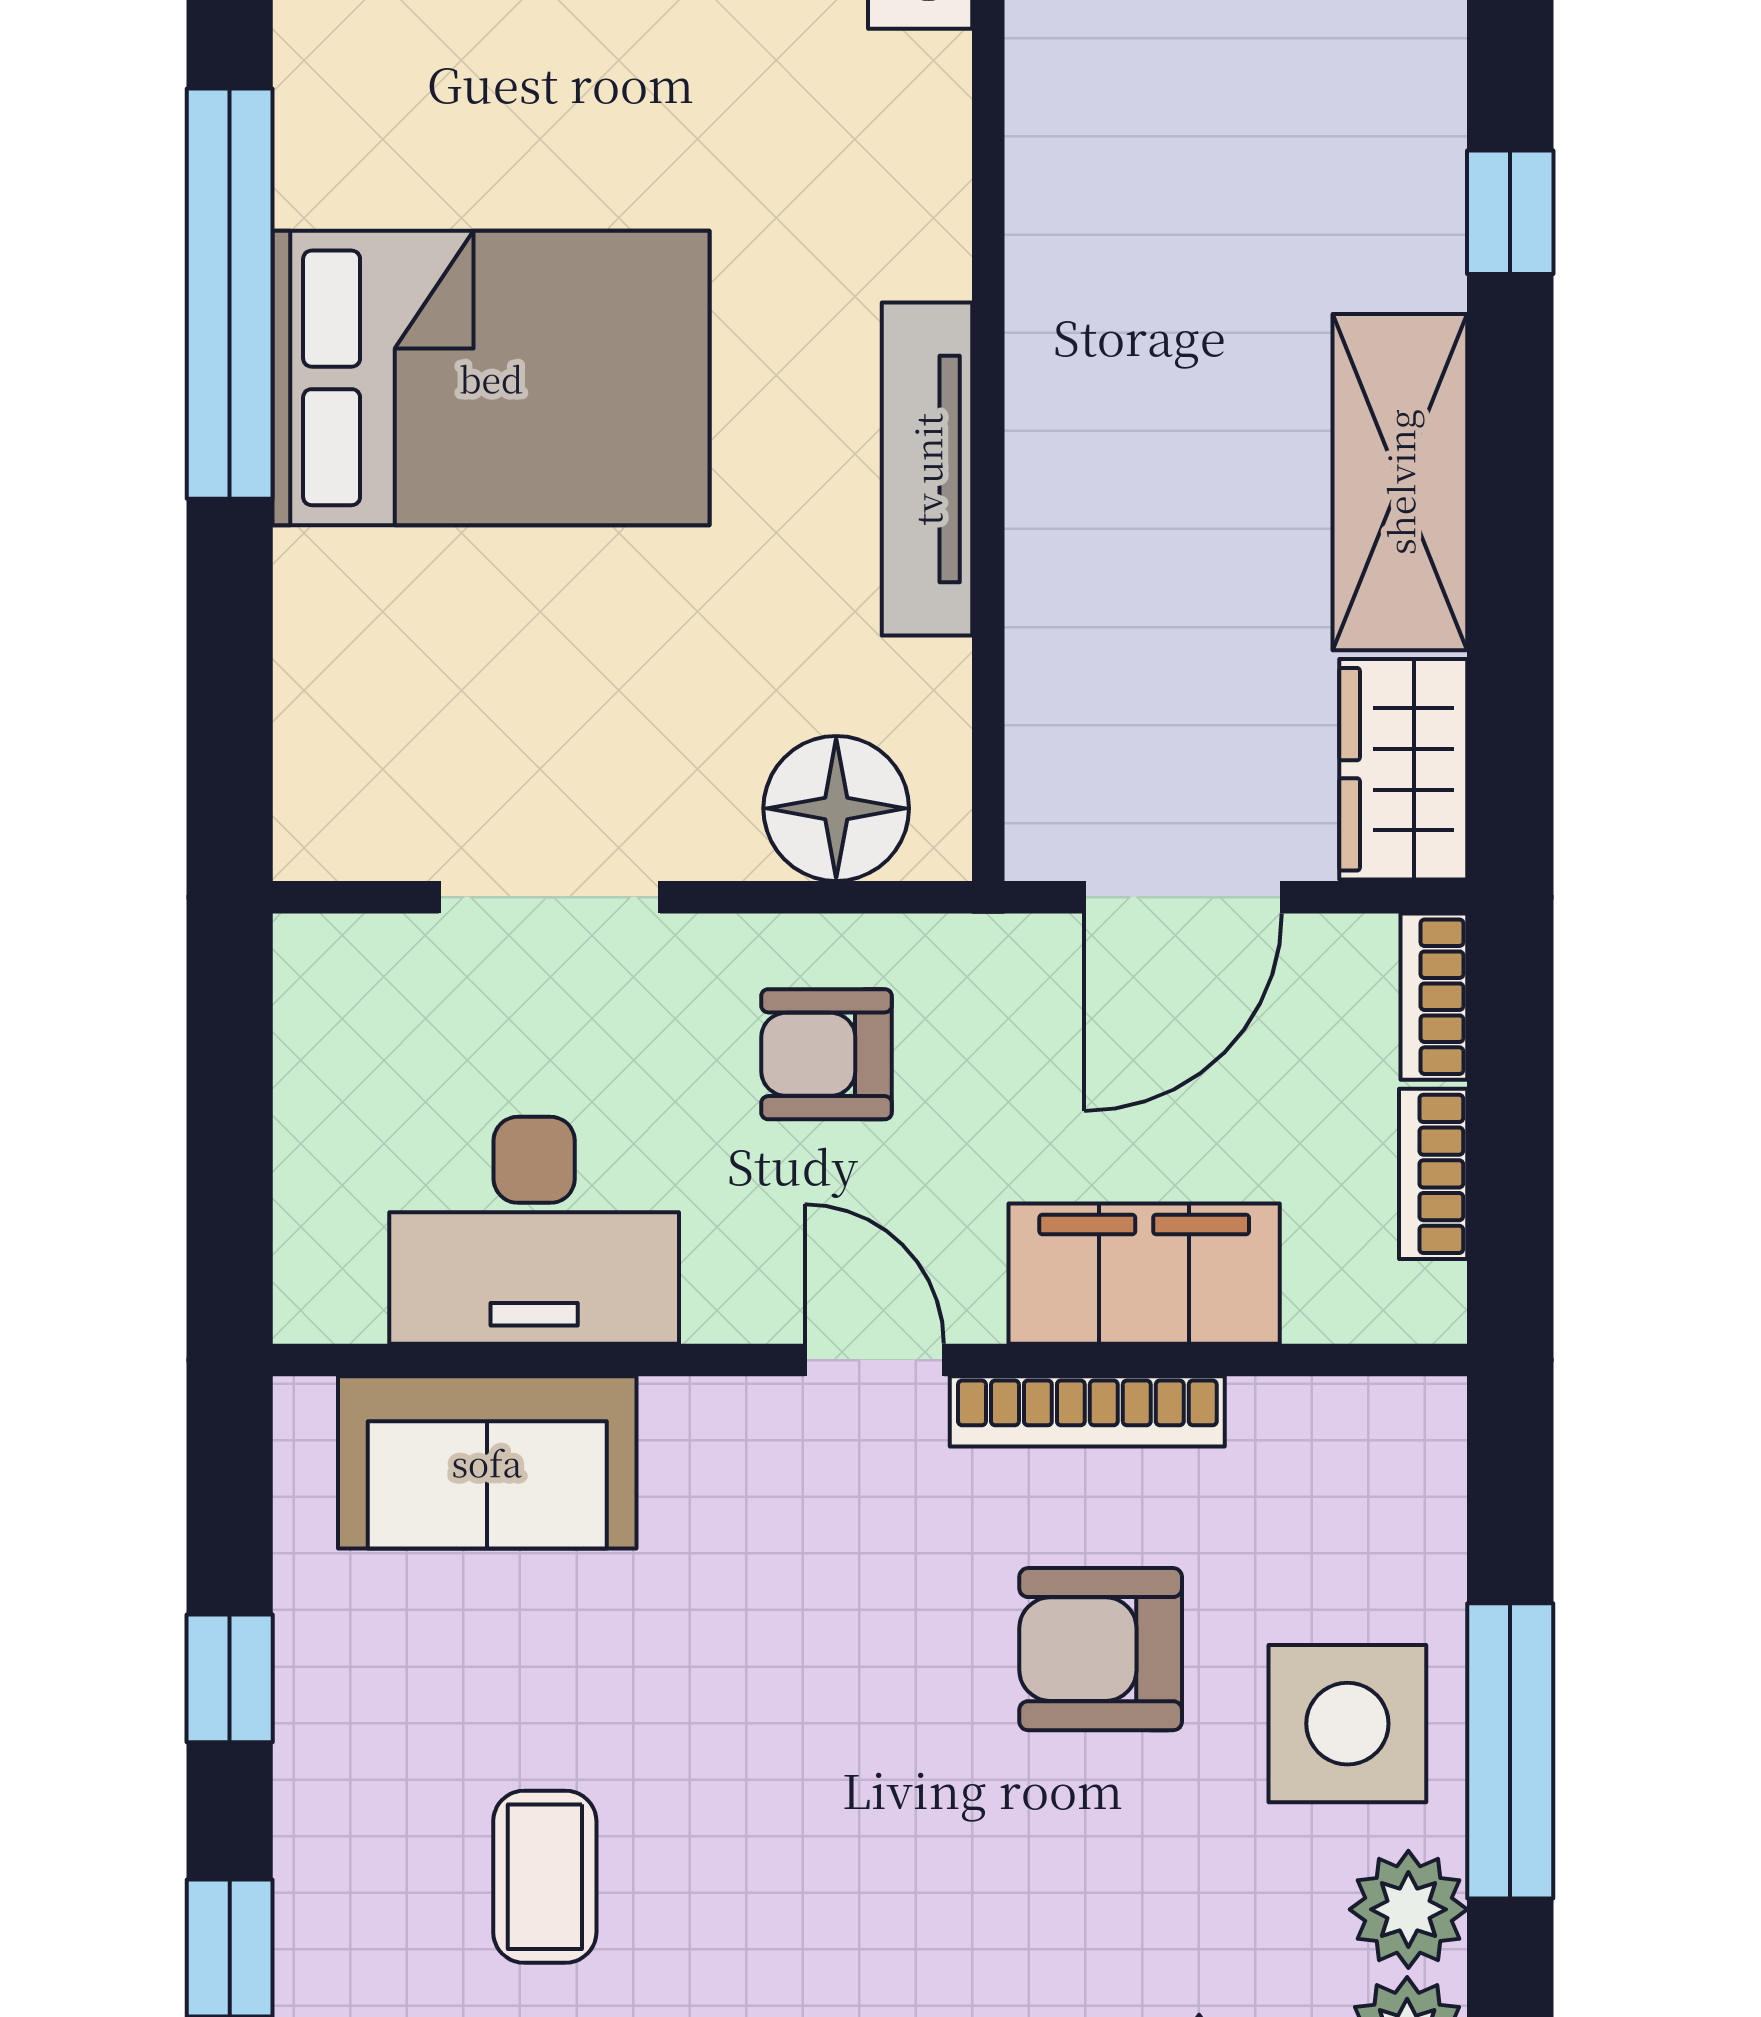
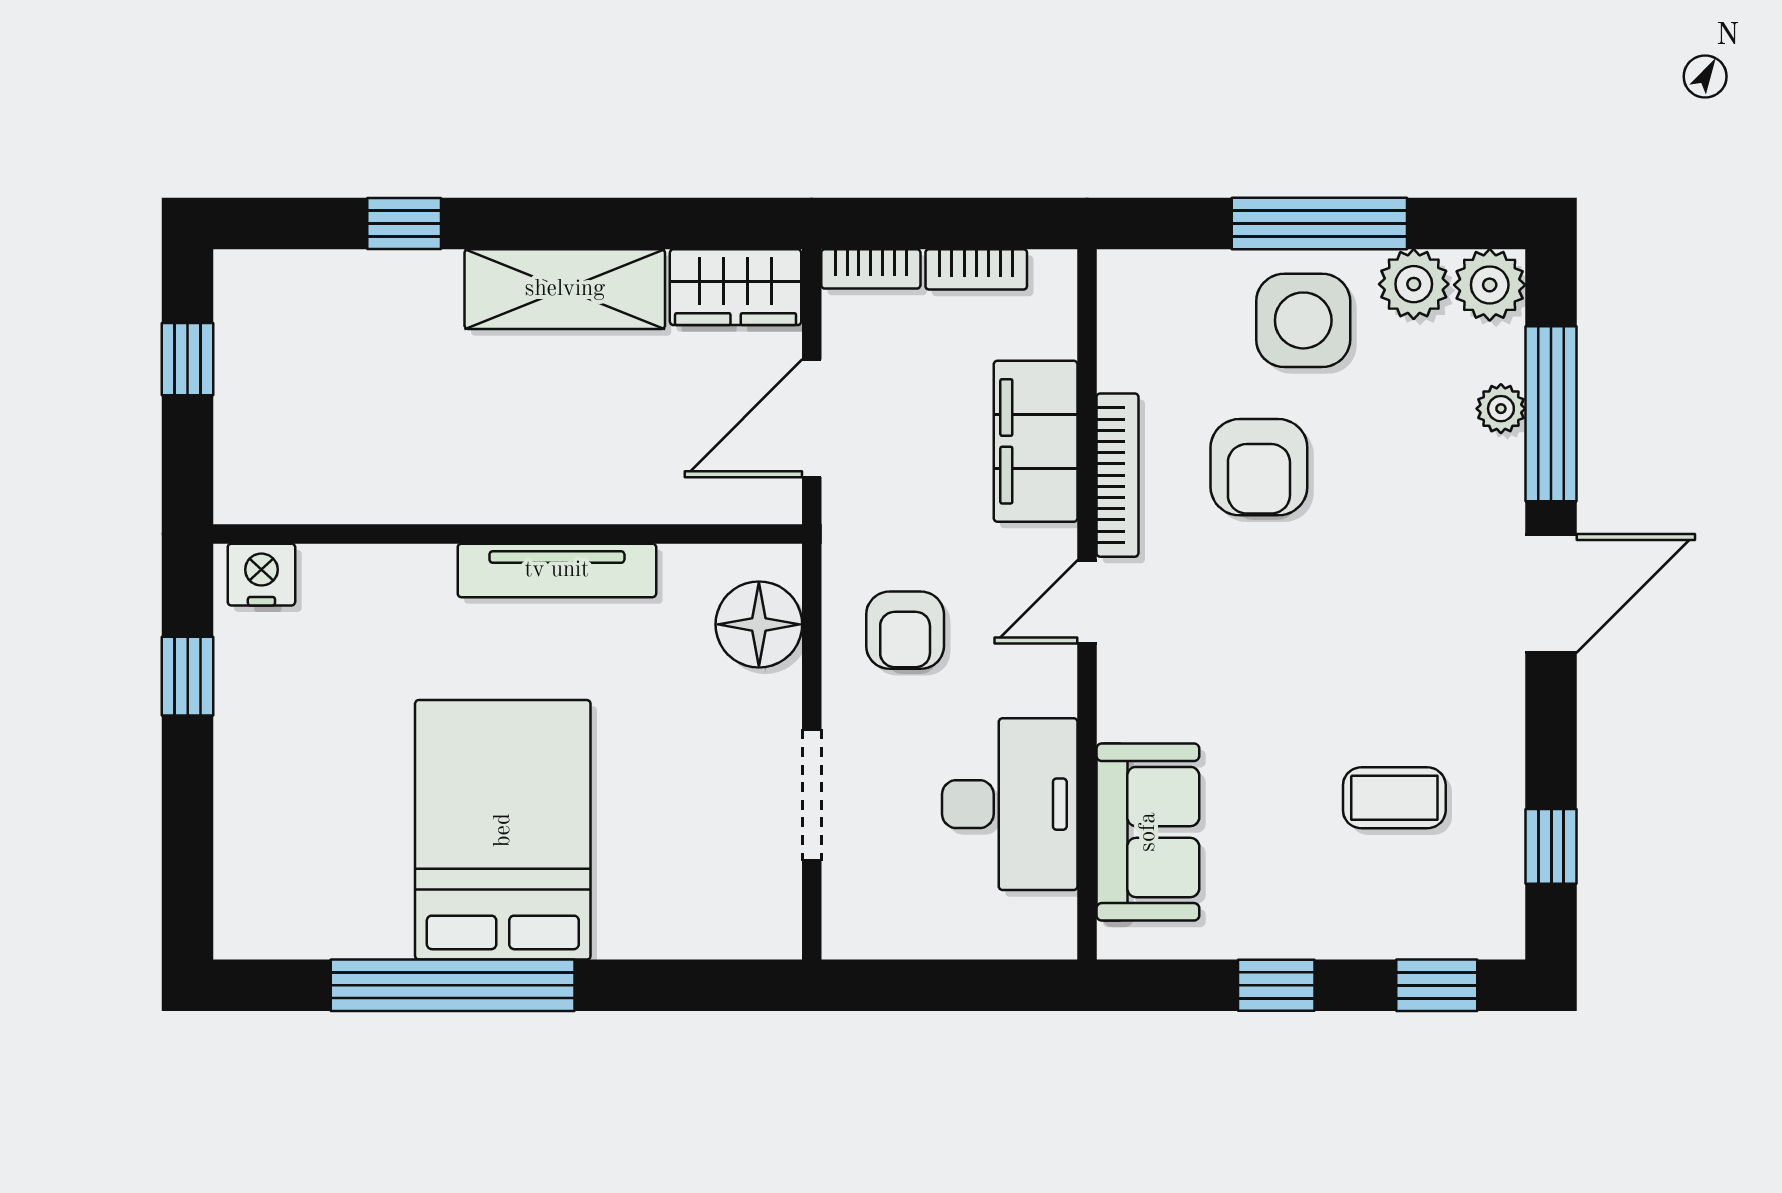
door: (1183, 897) -> (812, 418), swing flipped

